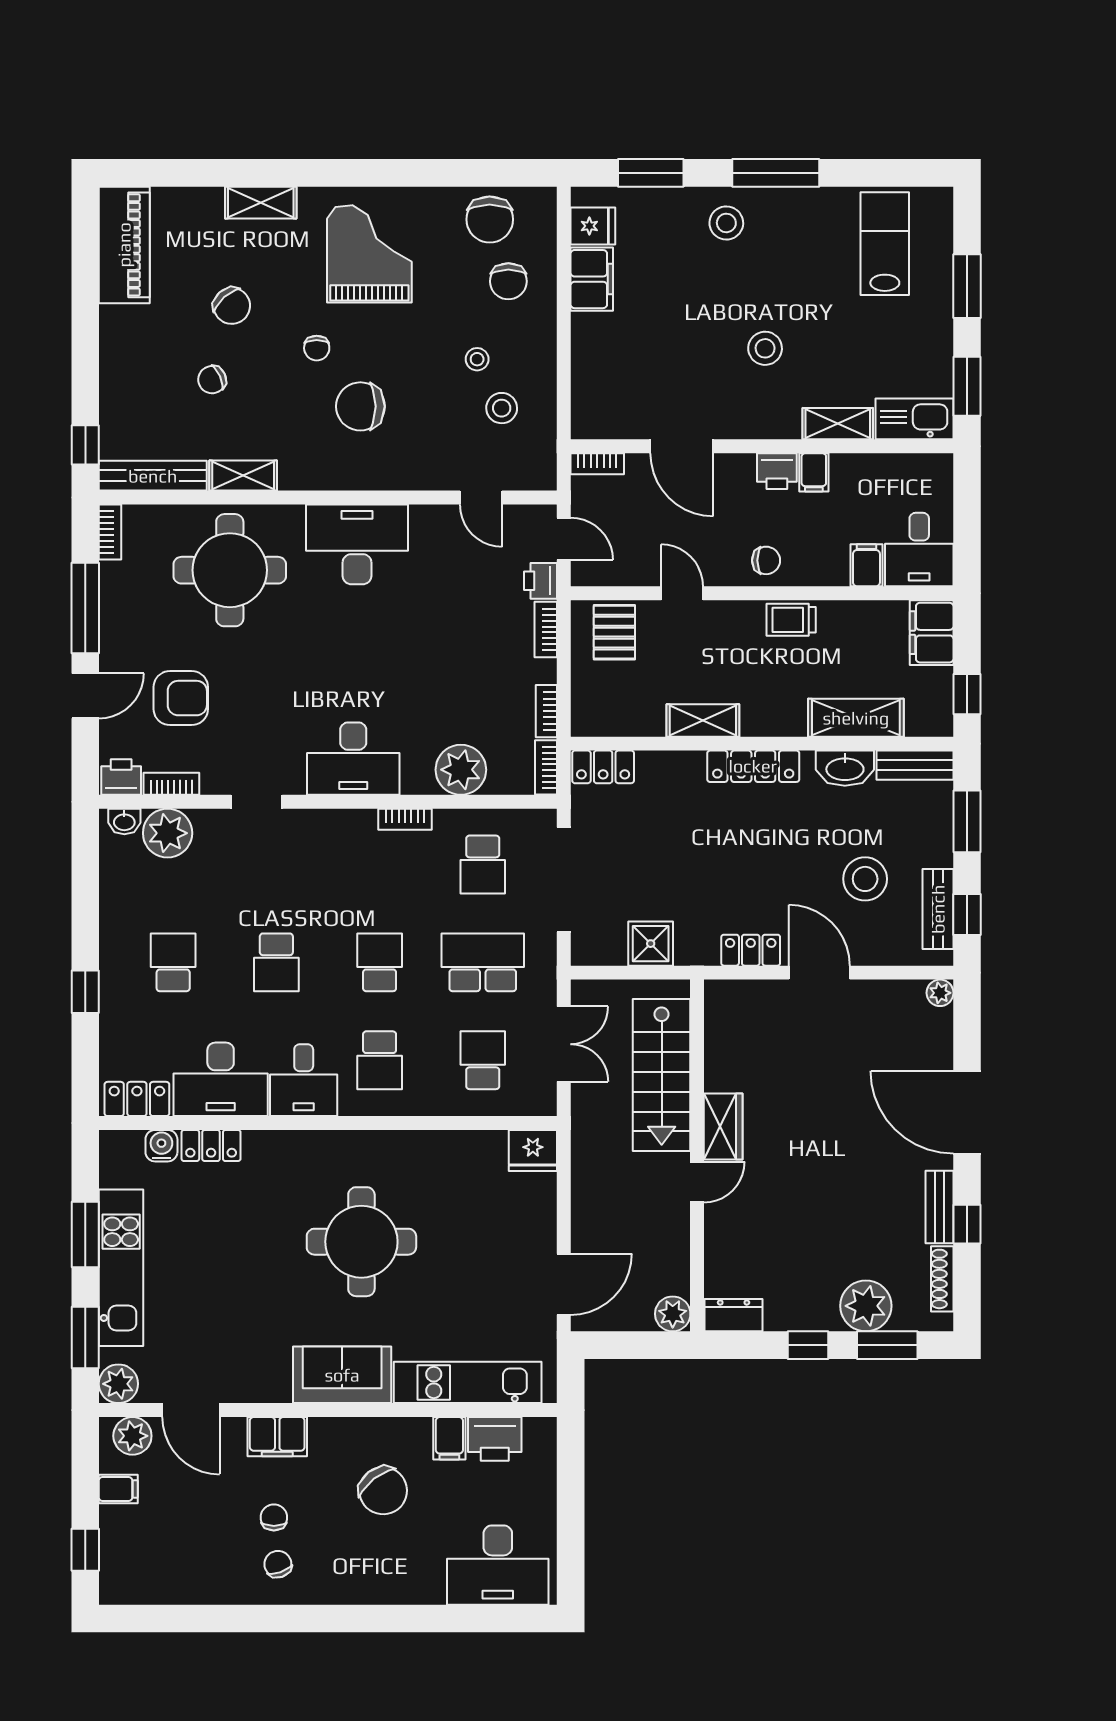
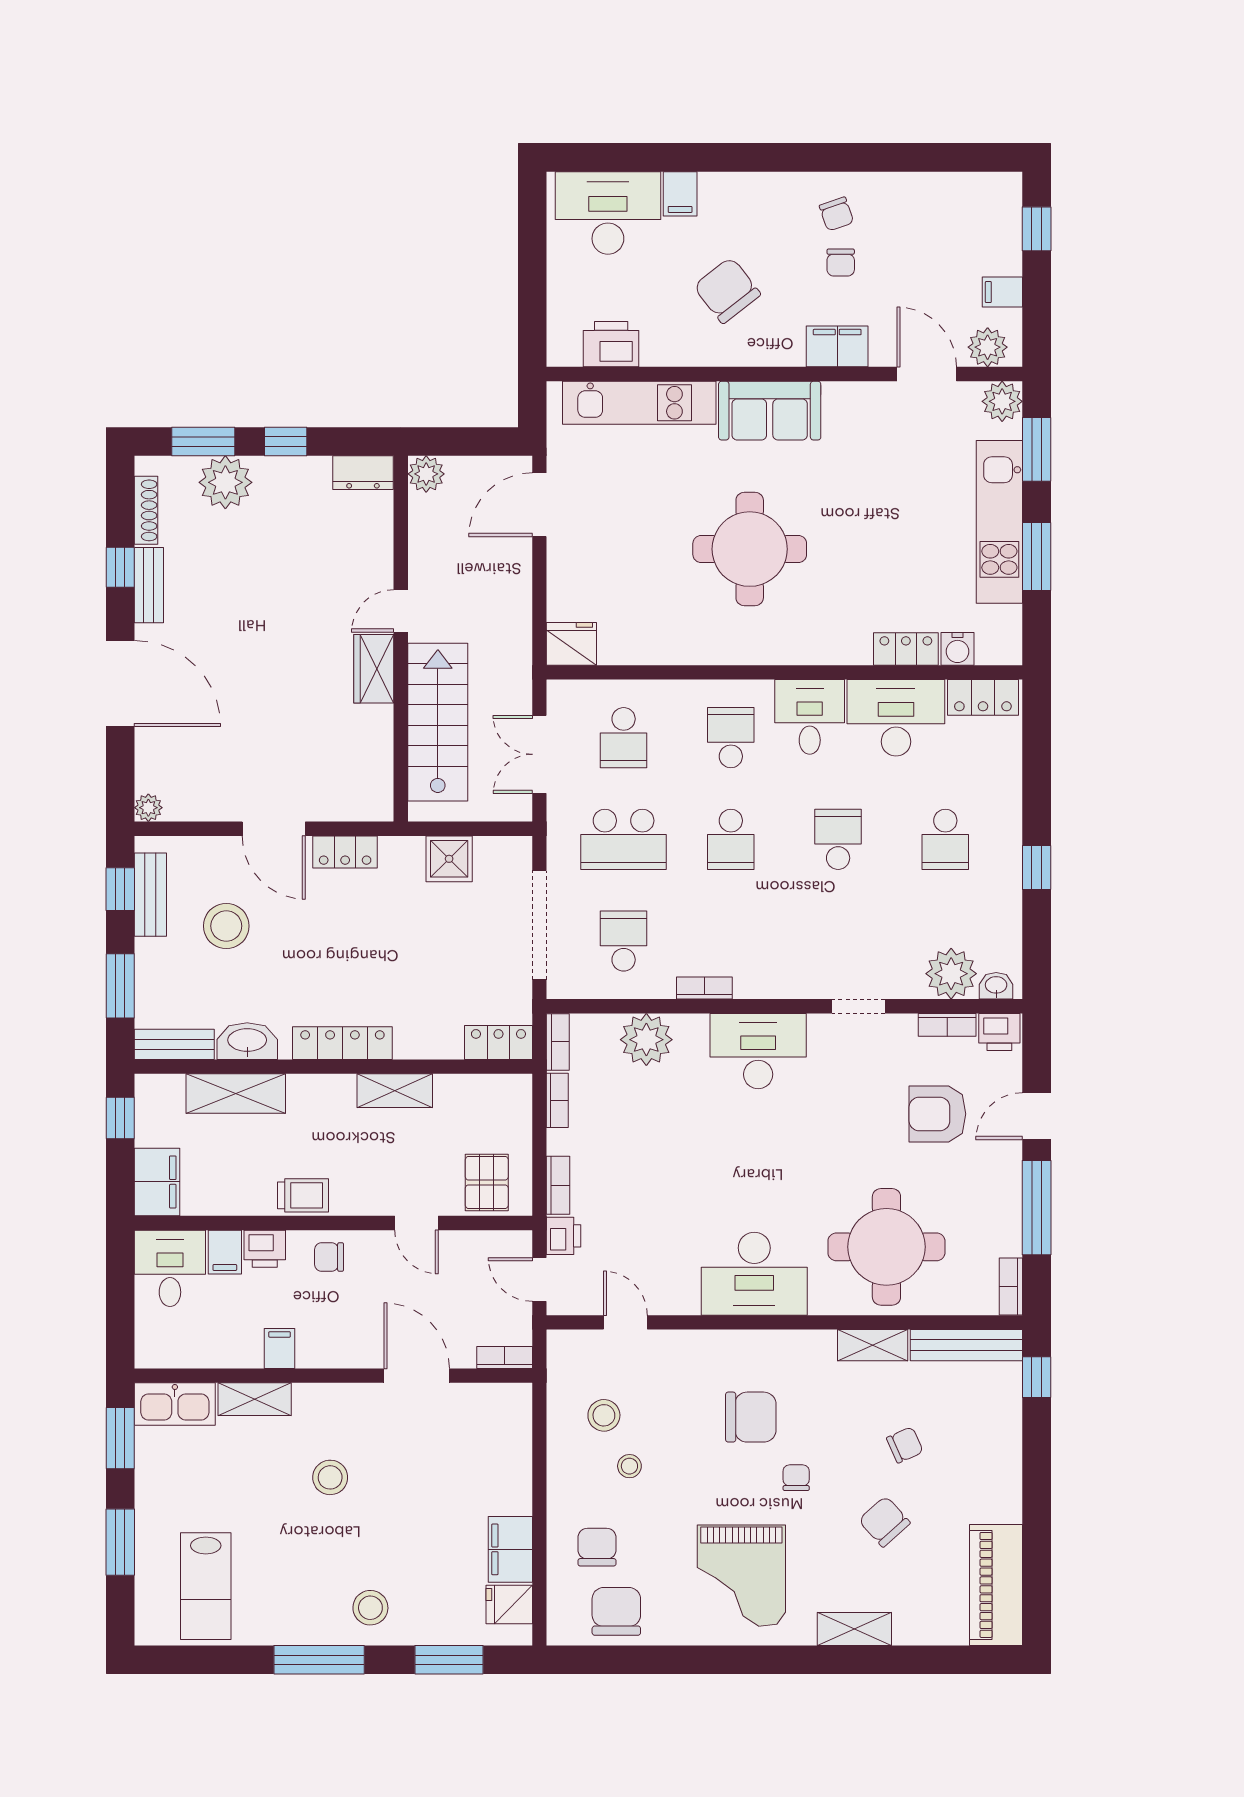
printer: (777, 471) -> (265, 1249), moved, turned 180
window: (85, 992) -> (1037, 867), moved
filing cabinet: (449, 1438) -> (680, 194), moved, turned 180

